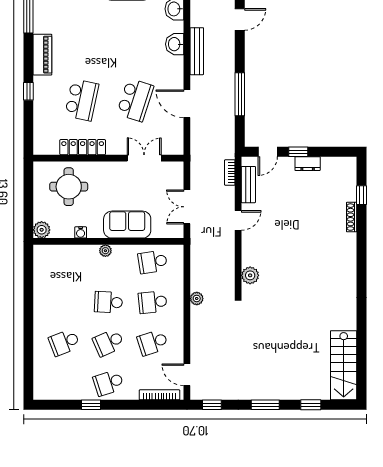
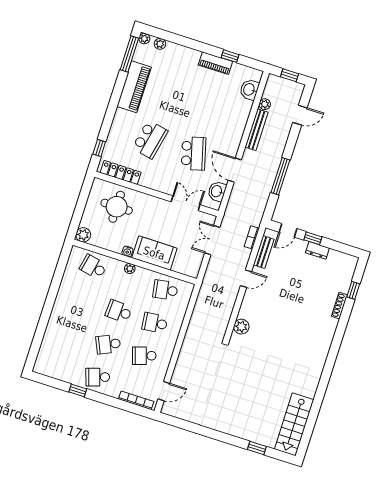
washbasin: (175, 44) -> (217, 191), moved
piano: (42, 55) -> (134, 87), width x1.37, depth x1.33
window: (28, 91) -> (99, 148), moved
school desk: (135, 100) -> (194, 153), turned -33
locker: (83, 147) -> (121, 172), moved
double door: (187, 207) -> (212, 240), moved
water cooler: (81, 232) -> (127, 251), moved
plant: (197, 298) -> (265, 104), moved
school desk: (64, 342) -> (93, 267), moved, turned 33
door: (187, 375) -> (164, 391), swing flipped
window: (212, 405) -> (176, 422), removed
window: (265, 405) -> (220, 436), removed

